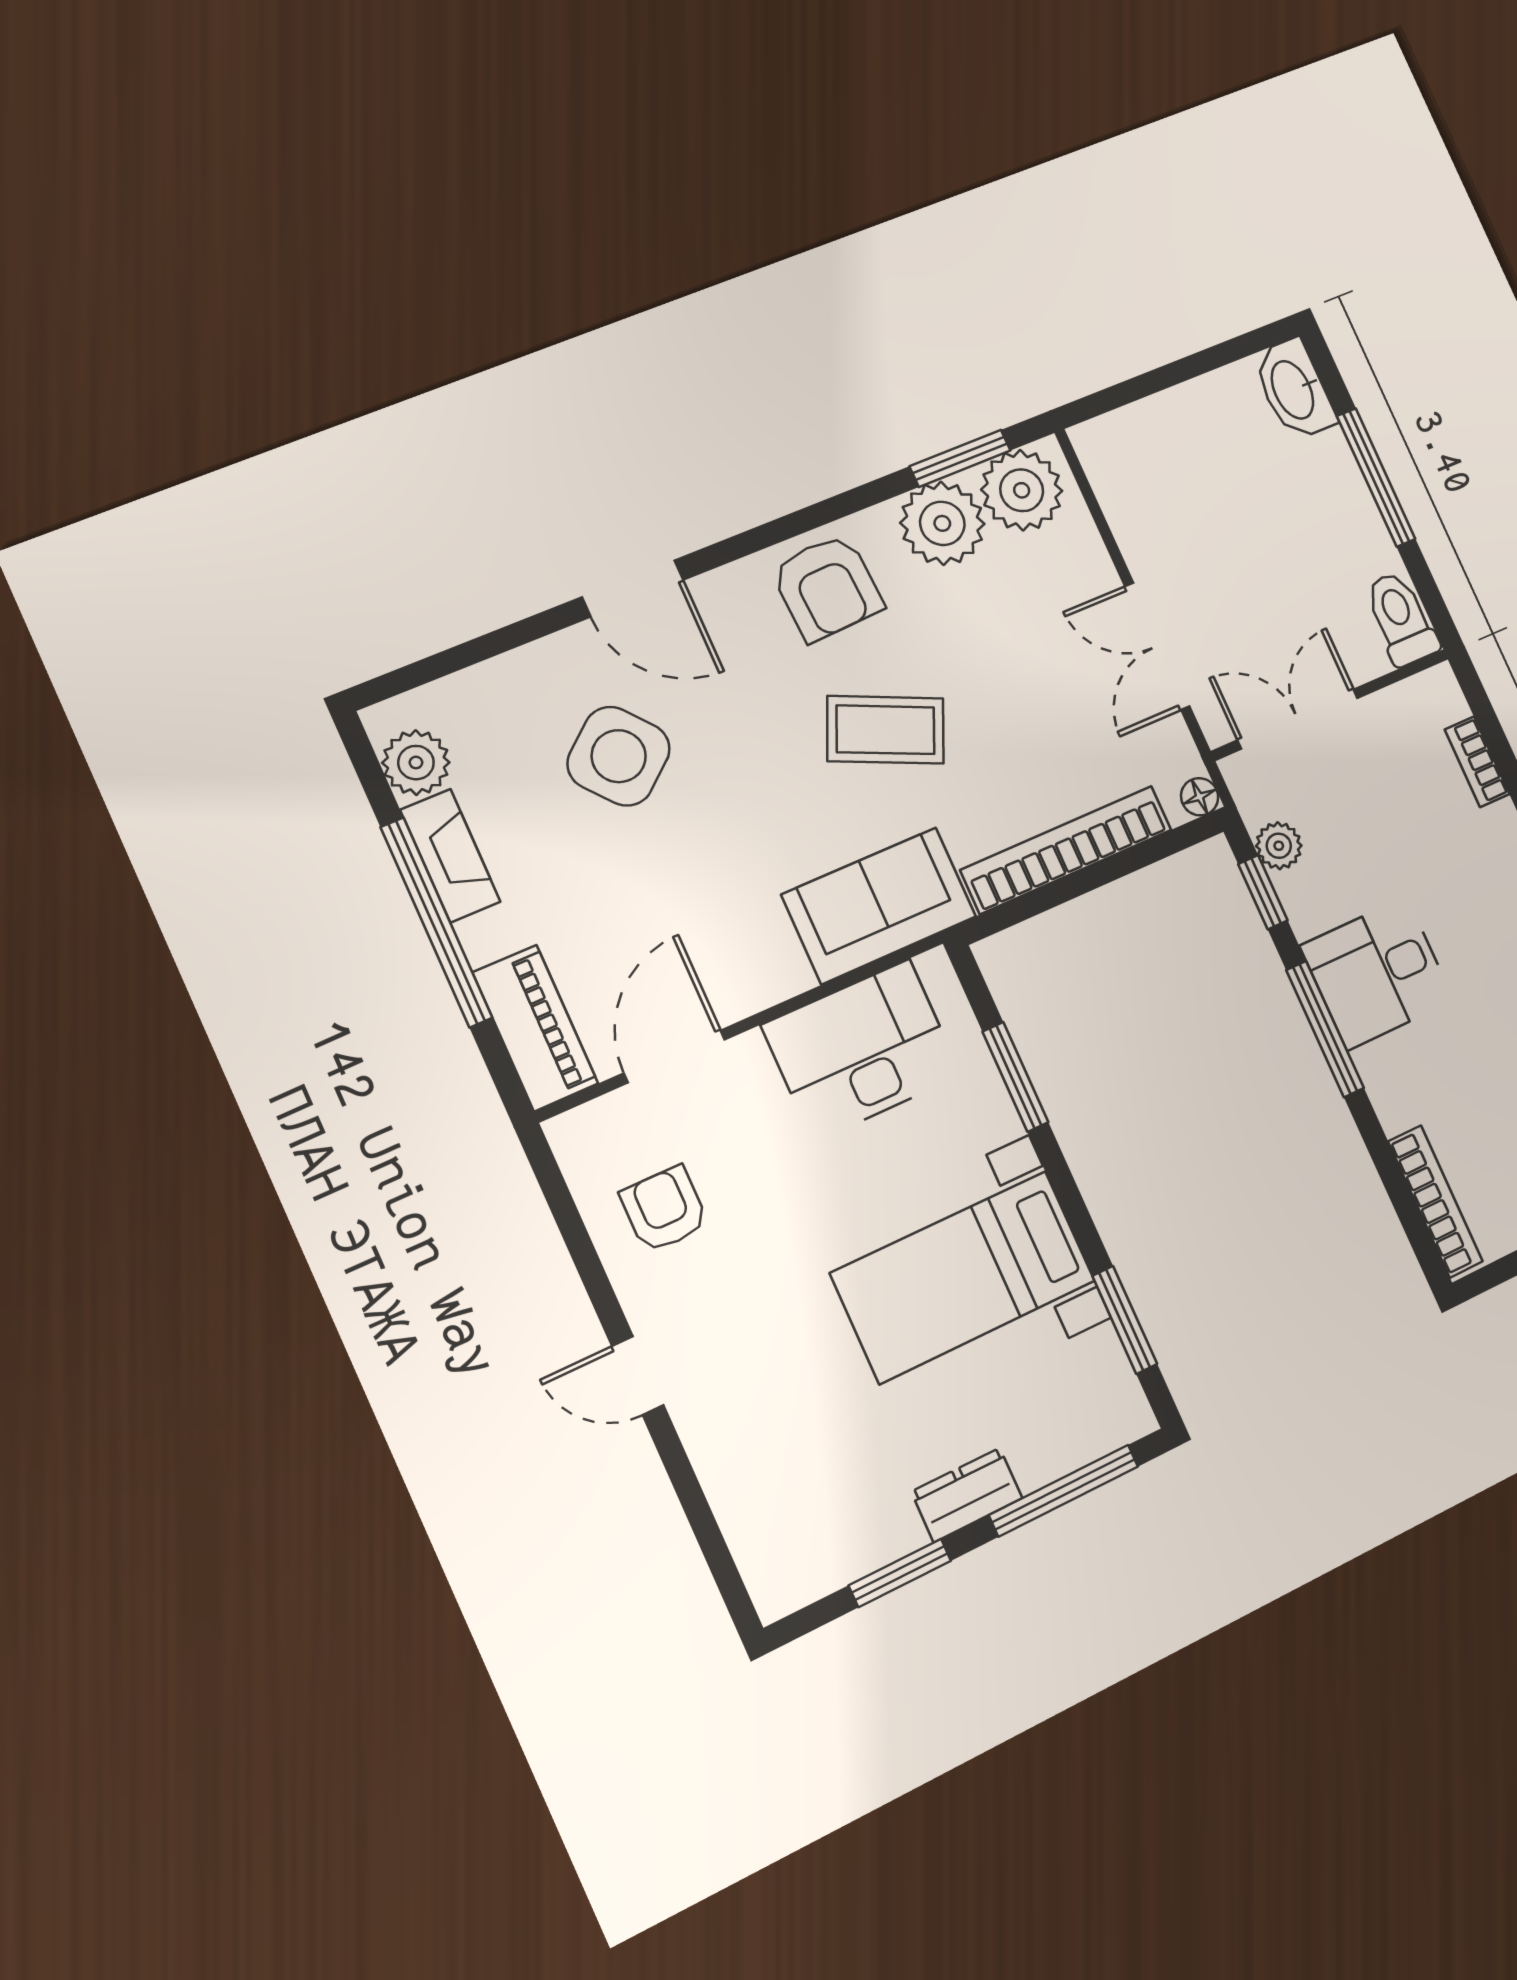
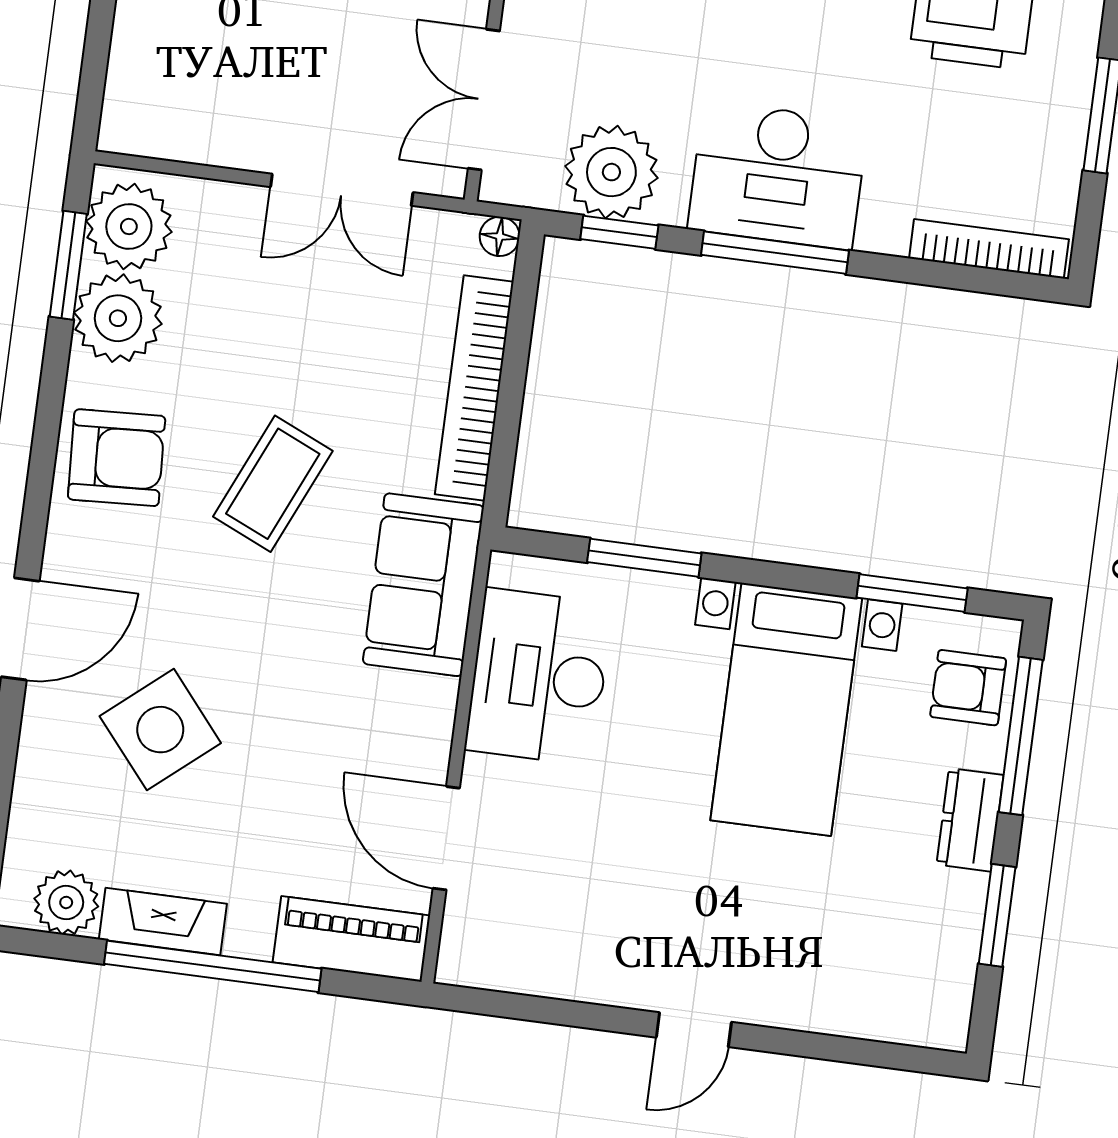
plant: (1279, 846) -> (611, 172), width x1.88, depth x1.88
desk: (1377, 973) -> (778, 175), width x1.37
armchair: (664, 1209) -> (968, 688), moved

